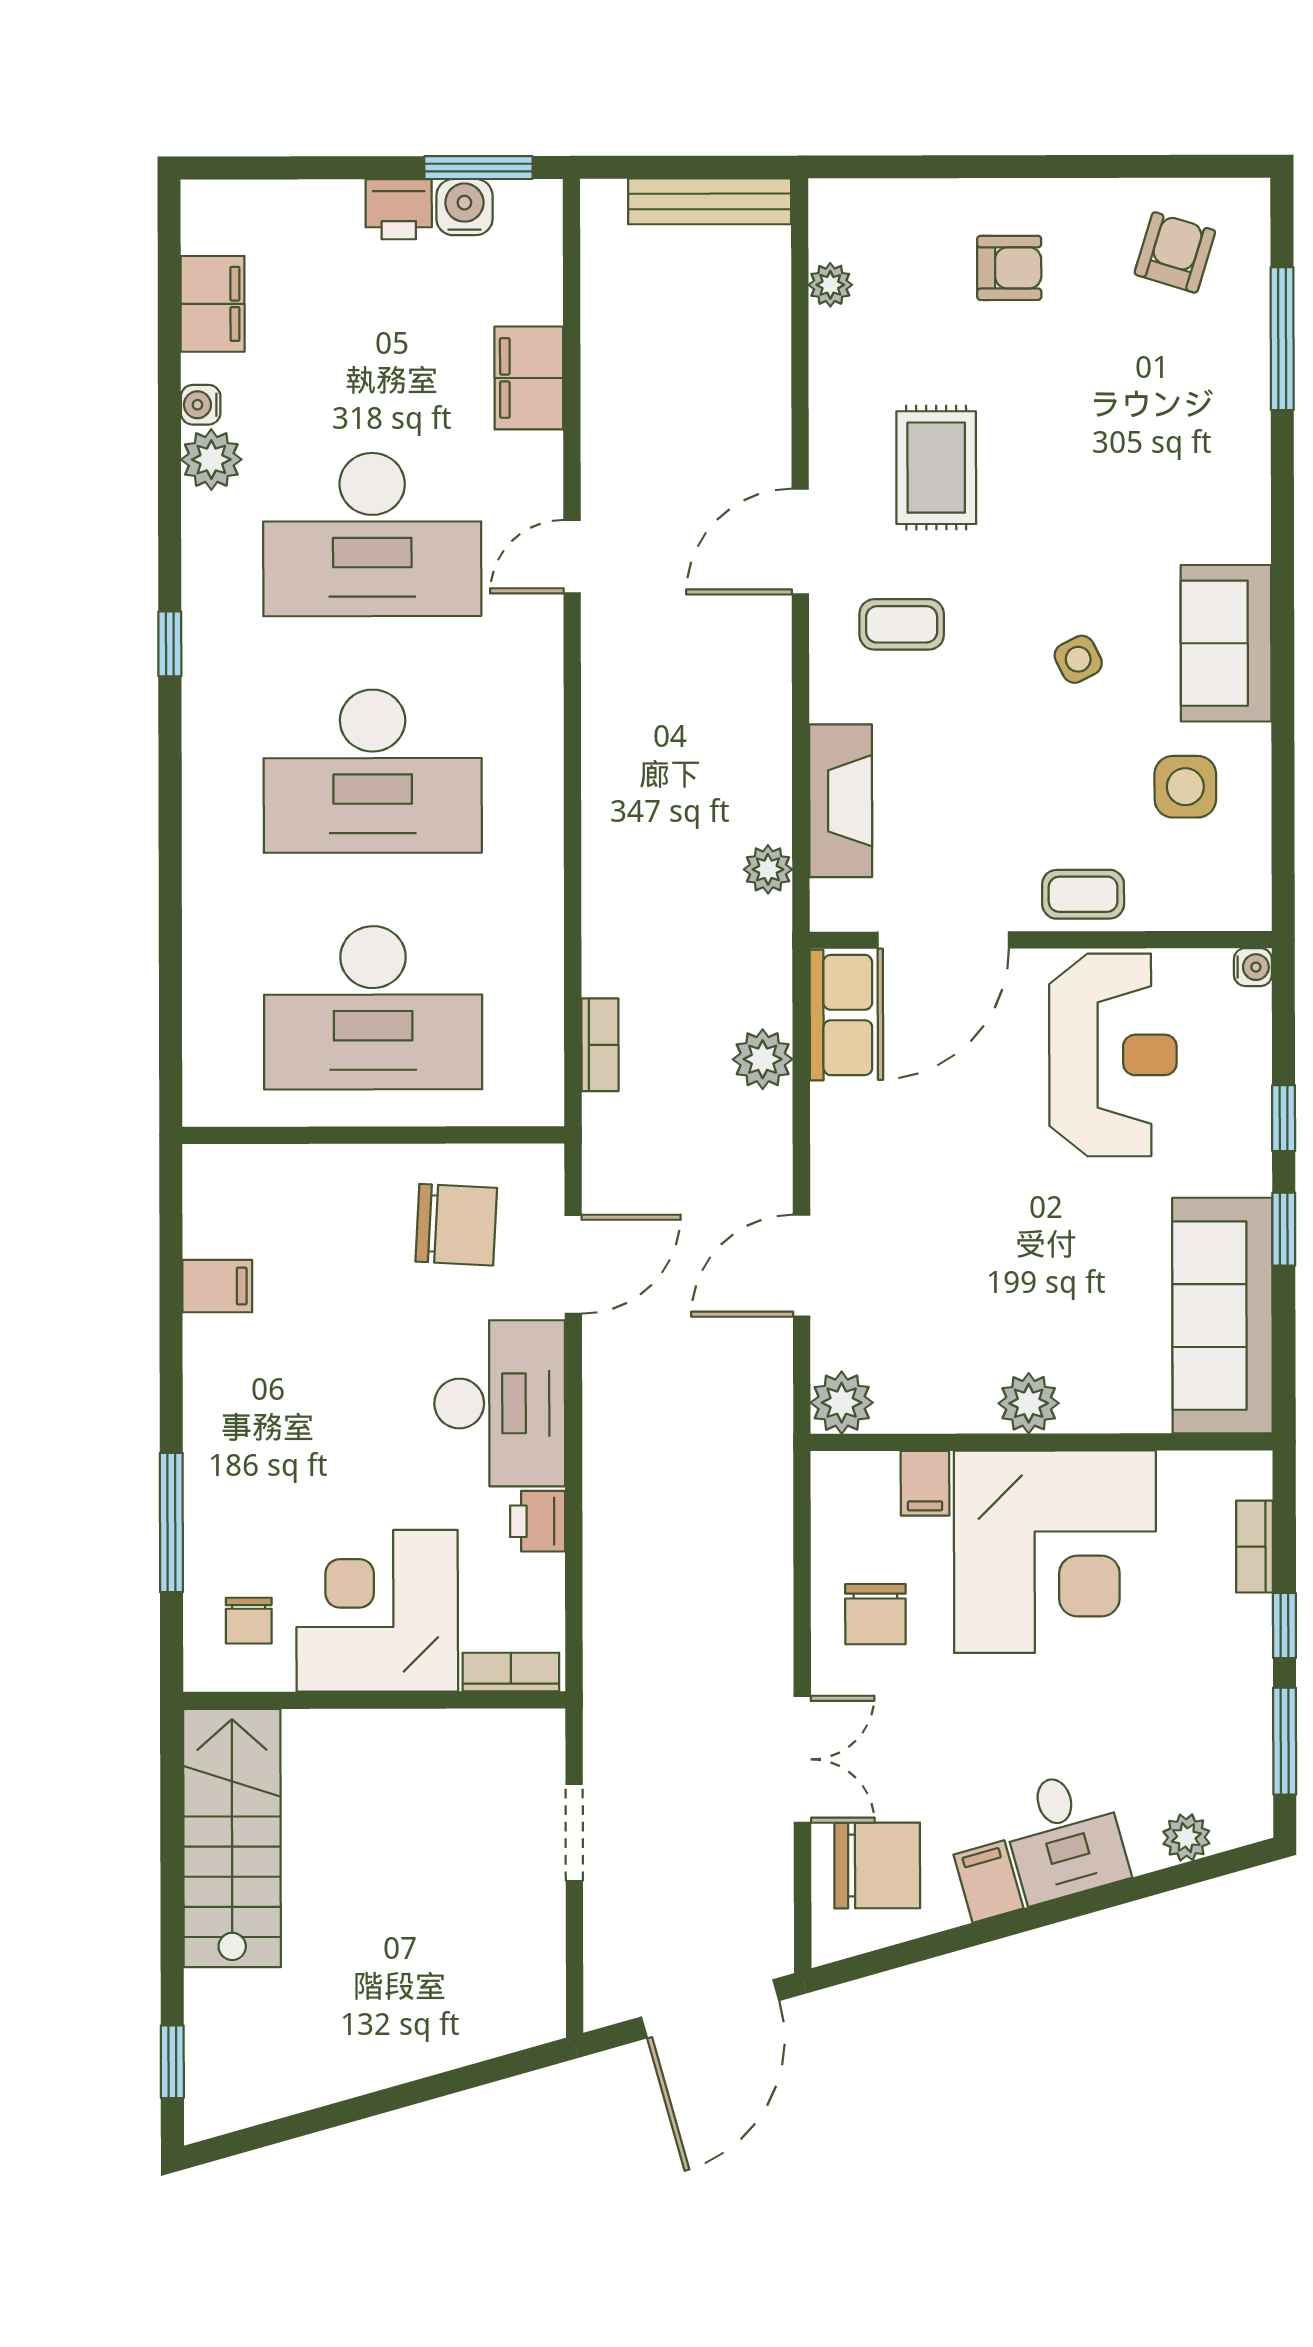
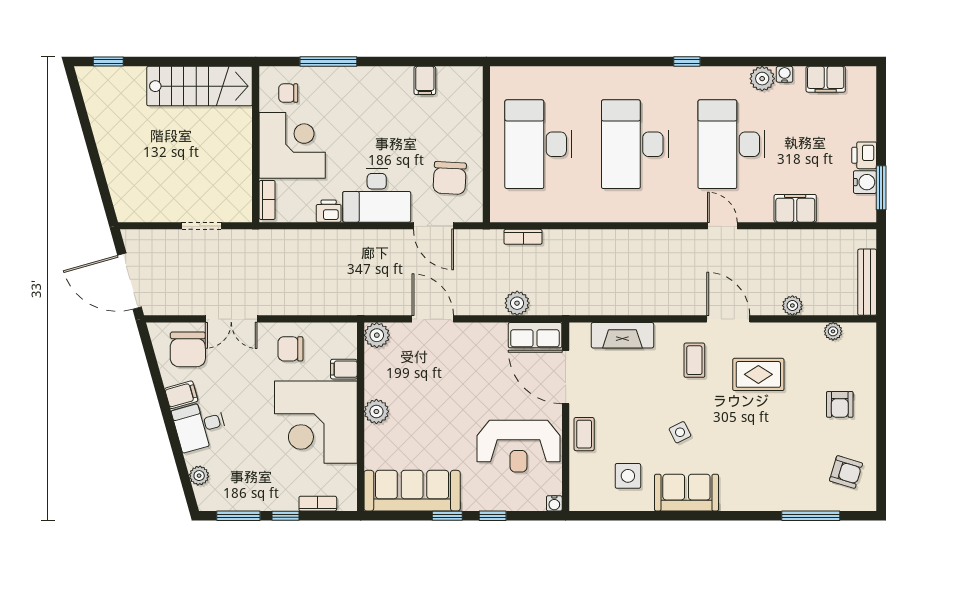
plant: (768, 869) -> (792, 306), moved

